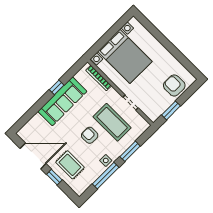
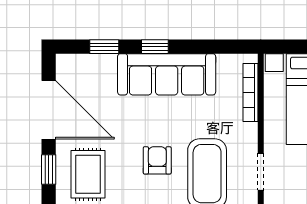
window: (57, 87) -> (155, 47), moved
window: (30, 114) -> (104, 47), added

